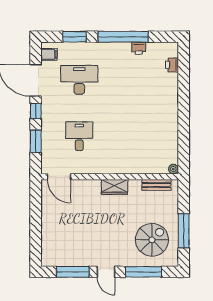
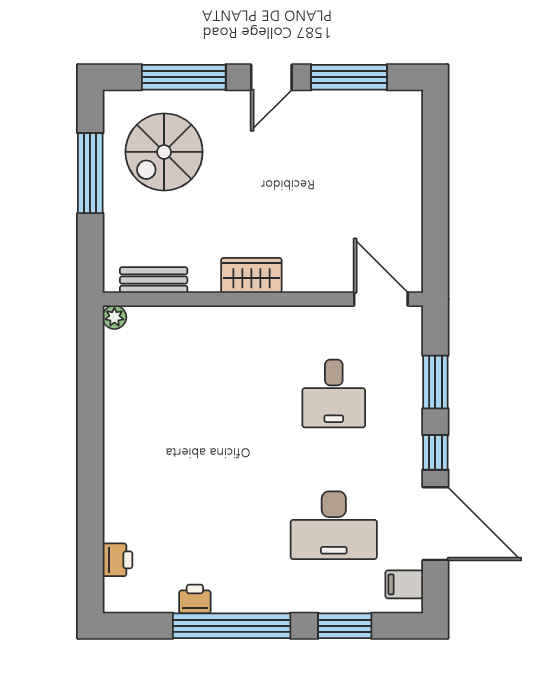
door: (106, 272) -> (271, 77), swing flipped

